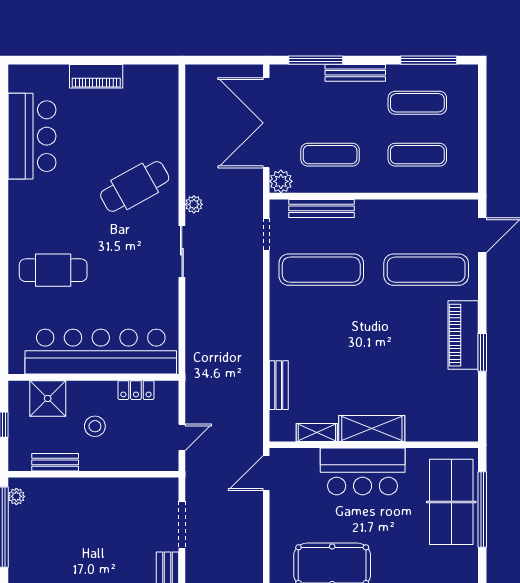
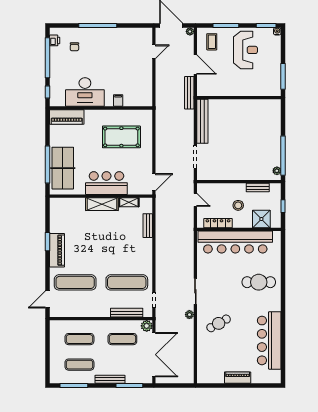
bar counter: (32, 136) -> (269, 340), width x1.36
cafe table: (135, 186) -> (219, 323), width x0.73, depth x0.74
locker: (136, 390) -> (218, 223), width x1.53
door: (182, 437) -> (195, 200), swing flipped

